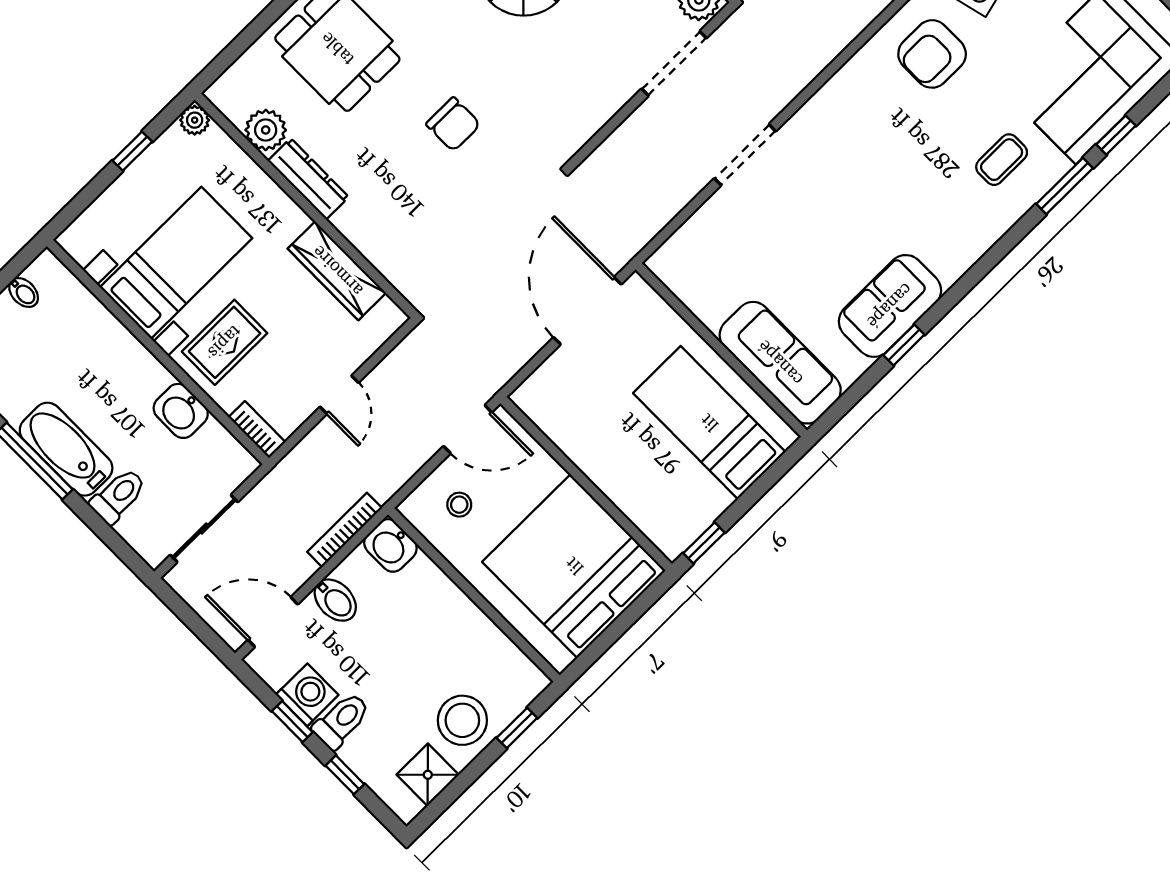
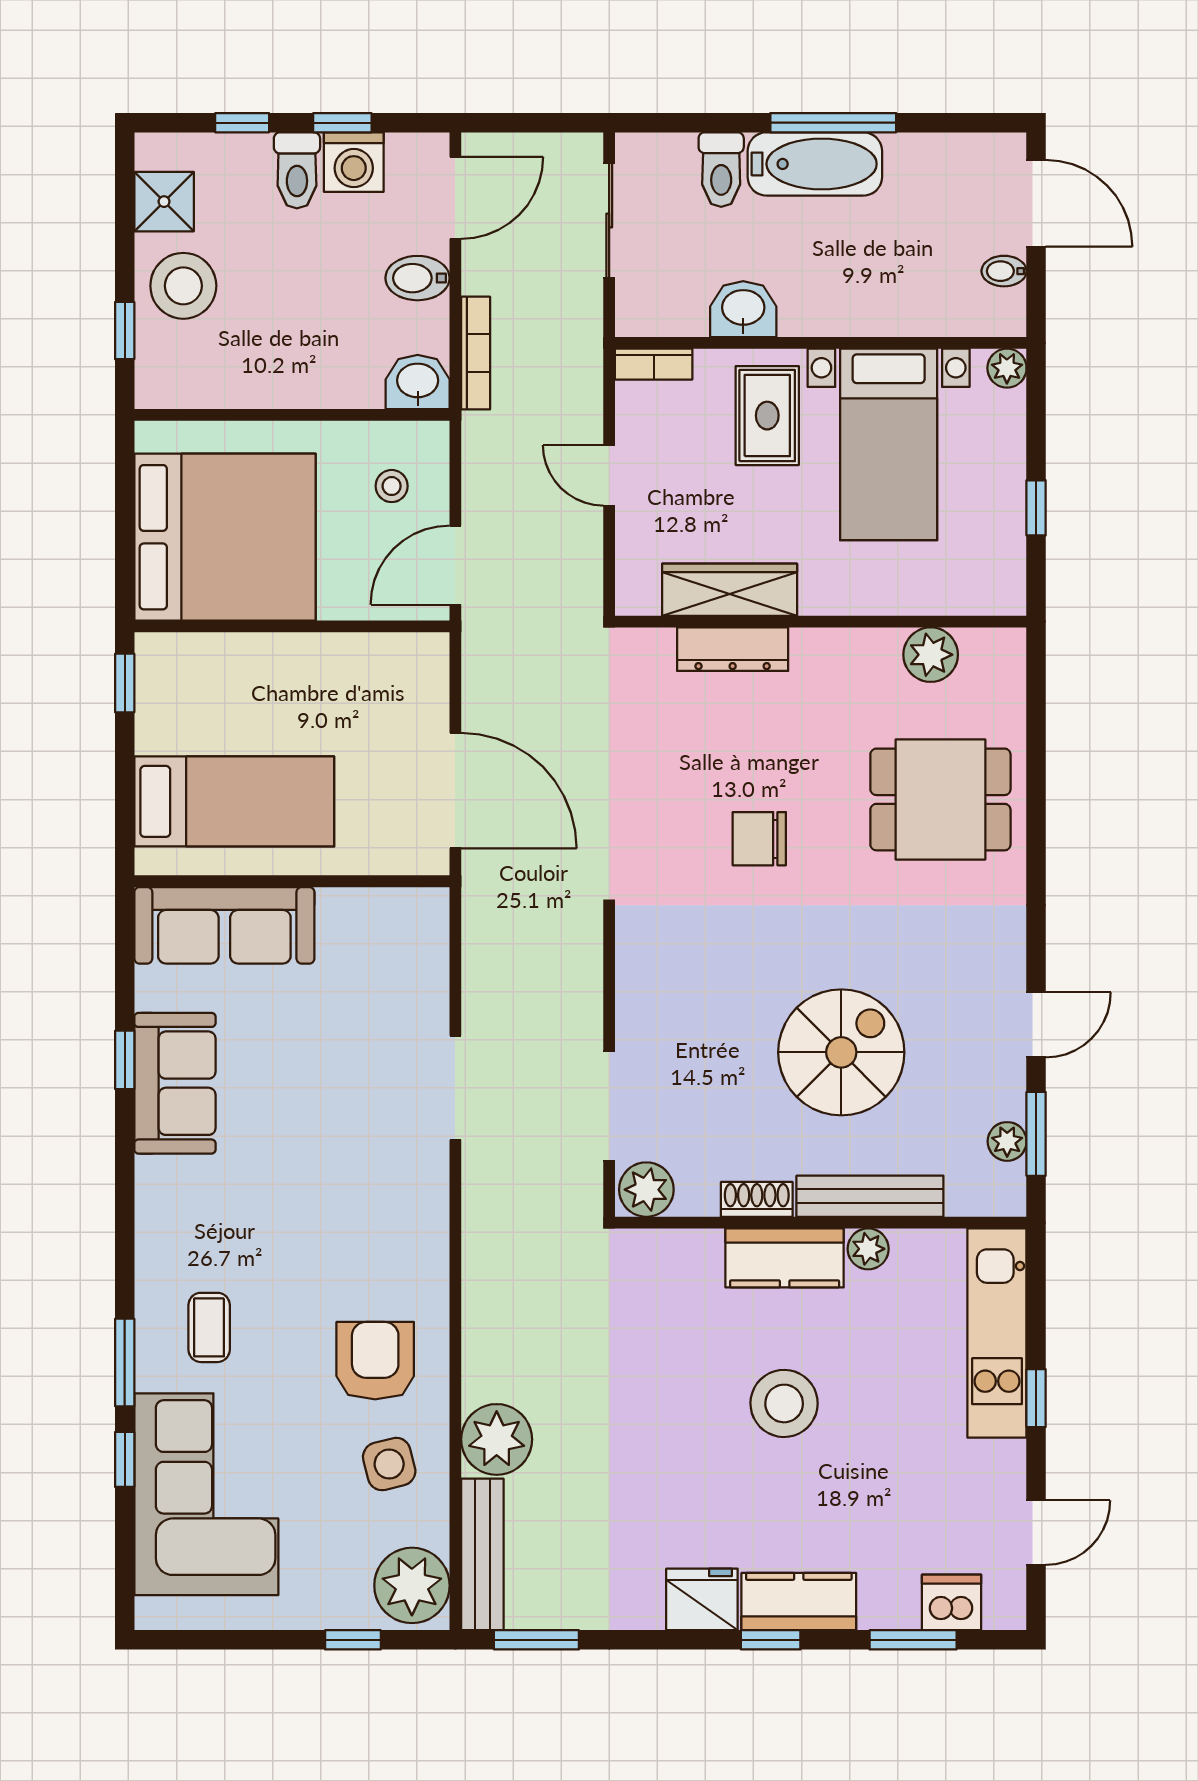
plant: (195, 120) -> (1007, 368), moved
dresser: (308, 179) -> (733, 649), moved

